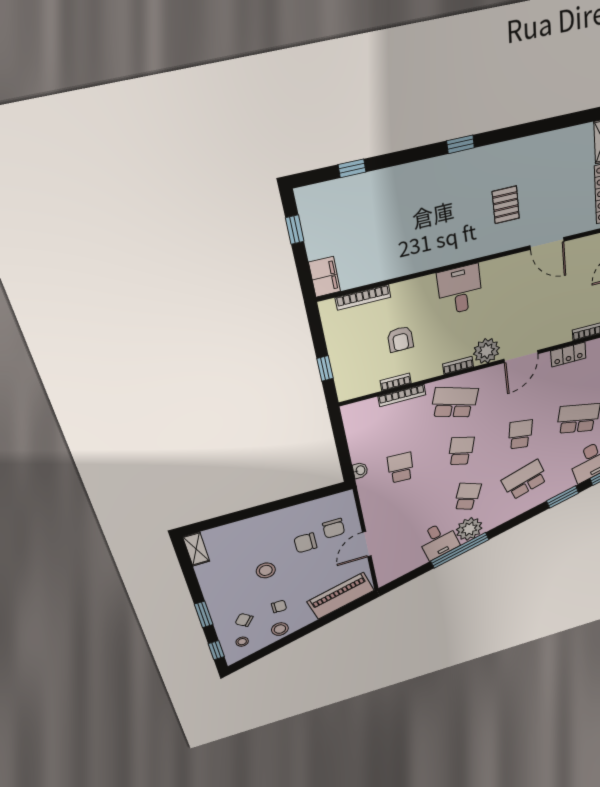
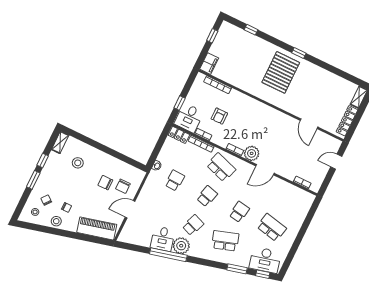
pallet: (506, 205) -> (281, 72), moved, width x2.05, depth x2.00
desk: (460, 290) -> (189, 118), moved, turned 180
locker: (568, 354) -> (179, 135), moved
stool: (266, 570) -> (78, 163), moved
window: (216, 650) -> (43, 161), moved

